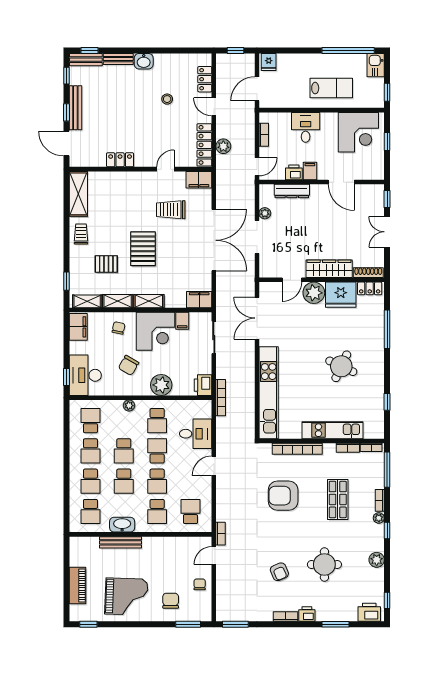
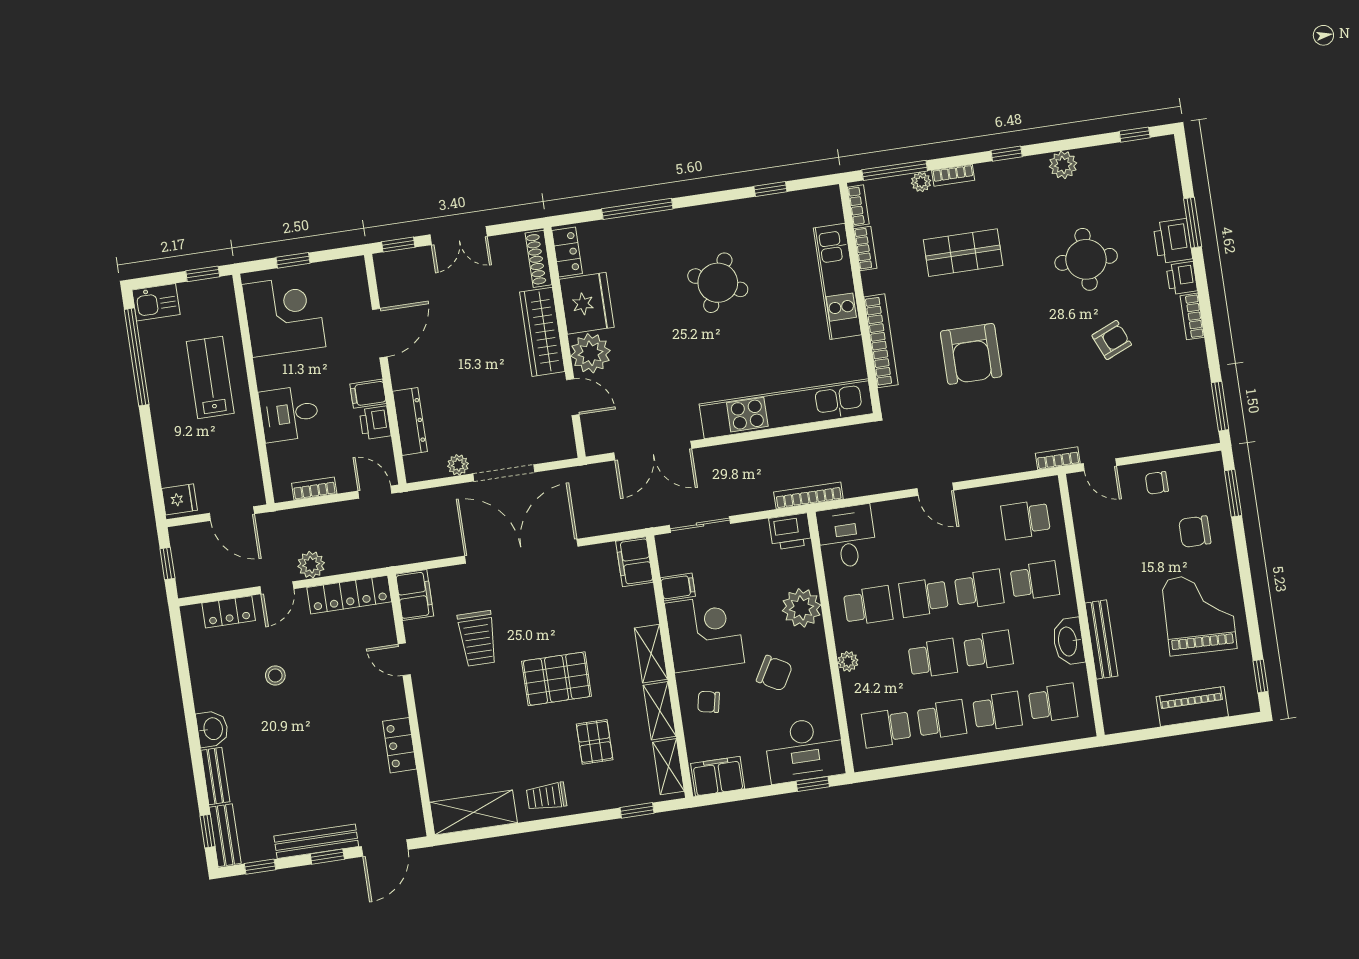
plant: (223, 146) -> (311, 565), moved
desk: (196, 434) -> (847, 537), moved
plant: (379, 518) -> (921, 182), moved
printer: (369, 612) -> (1173, 241), moved

